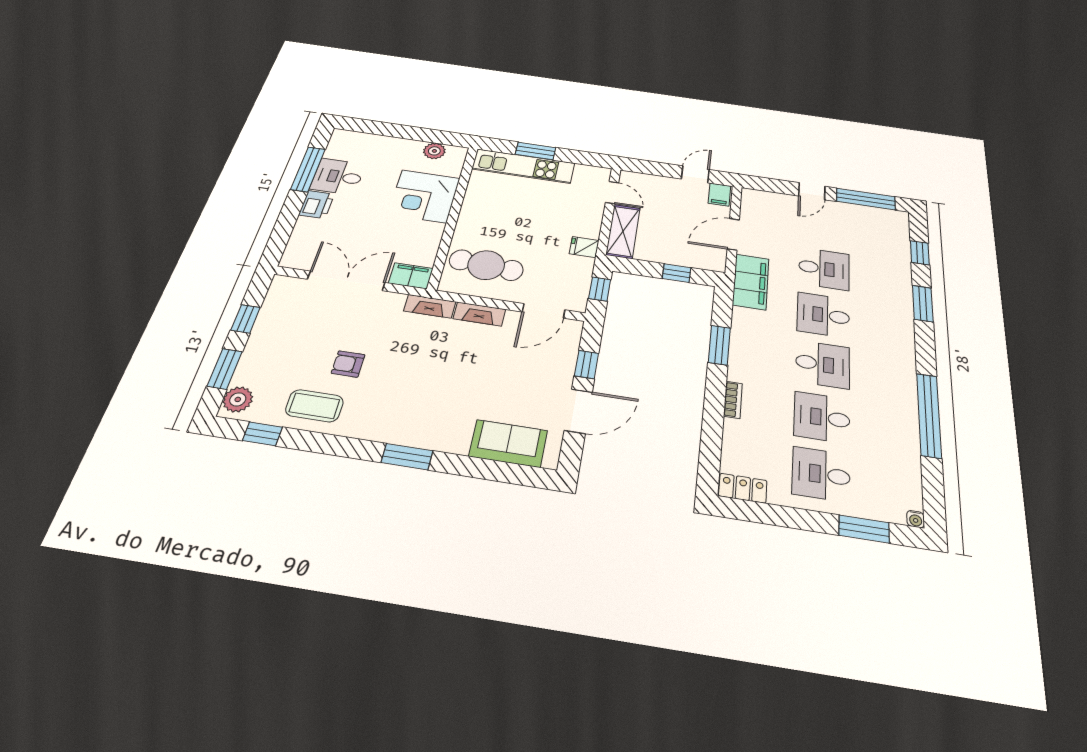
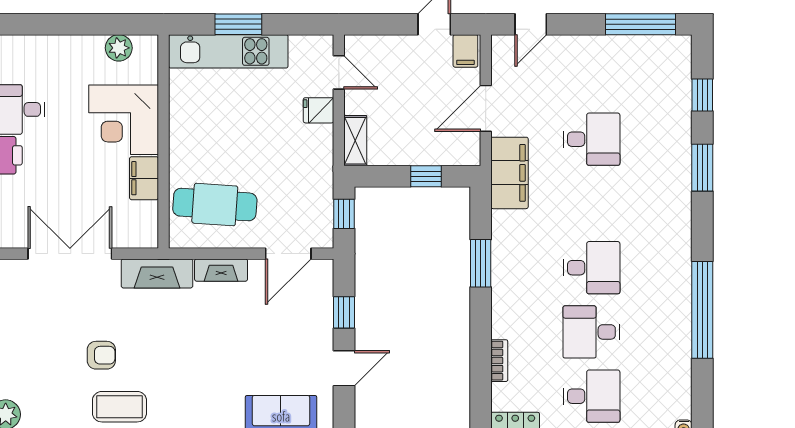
door: (812, 191) -> (531, 24), moved
shelving: (623, 231) -> (355, 141), width x0.67, depth x0.75
fridge: (584, 247) -> (319, 110), moved
filing cabinet: (411, 276) -> (144, 178), moved, turned -90
fireplace: (430, 306) -> (157, 273), width x1.37, depth x1.32
desk: (823, 315) -> (591, 203), removed
armchair: (348, 364) -> (101, 355), turned 180
bookcase: (733, 400) -> (499, 361), moved
coffee table: (314, 406) -> (119, 407), moved
door: (578, 411) -> (344, 368), width x0.73
desk: (821, 474) -> (591, 396), turned 180

